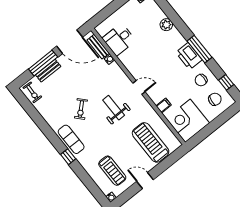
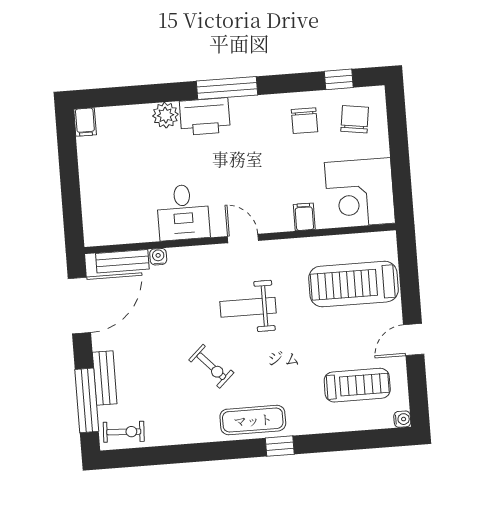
desk: (119, 39) -> (183, 212), moved
window: (200, 49) -> (227, 88), moved
printer: (189, 56) -> (205, 117), moved
window: (43, 63) -> (87, 400), moved
door: (139, 87) -> (243, 238), hinge flipped

